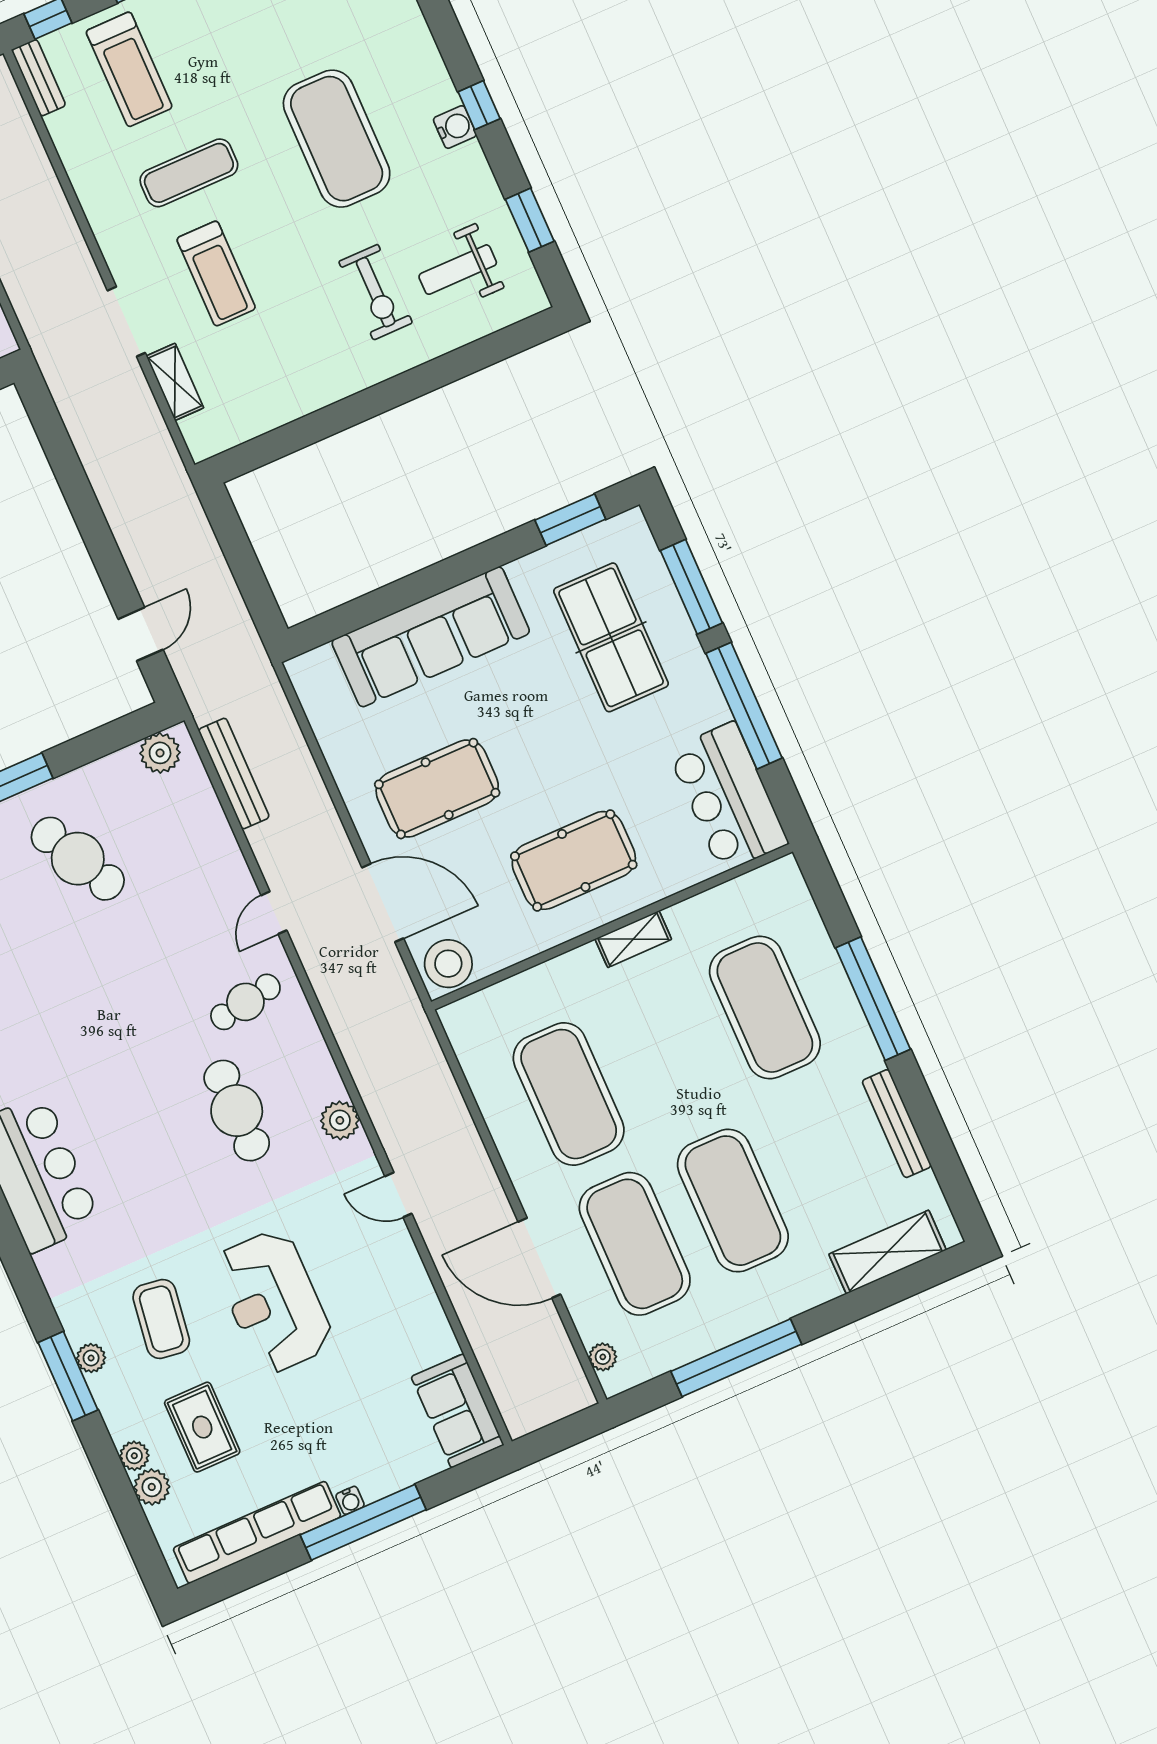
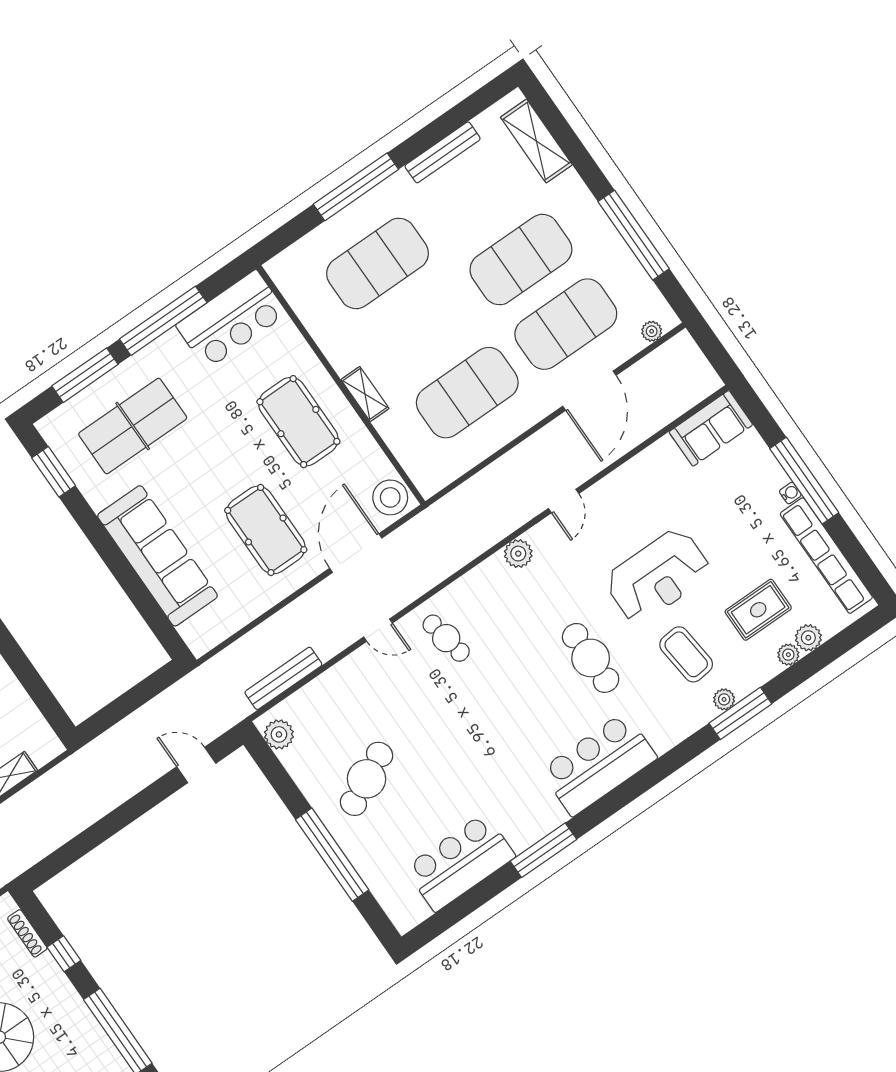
shelving: (633, 939) -> (365, 394), moved
cafe table: (237, 1111) -> (591, 658), moved, turned 90
coffee table: (161, 1319) -> (686, 654), turned 76

